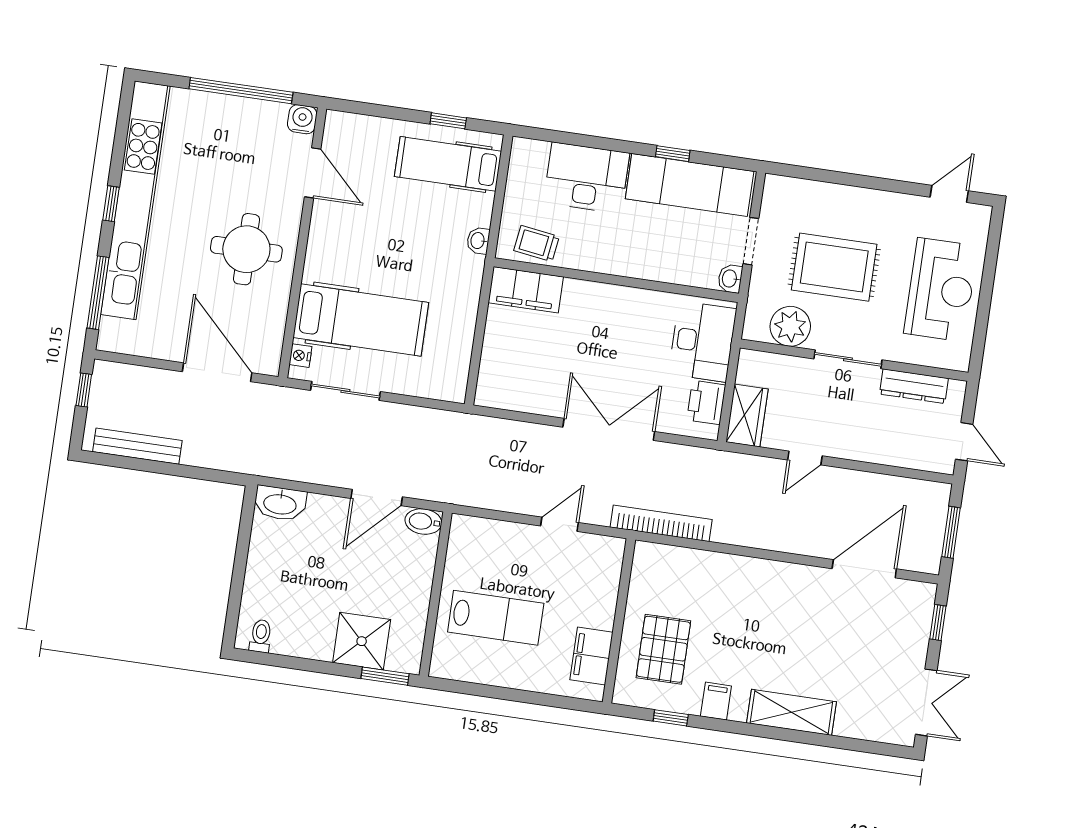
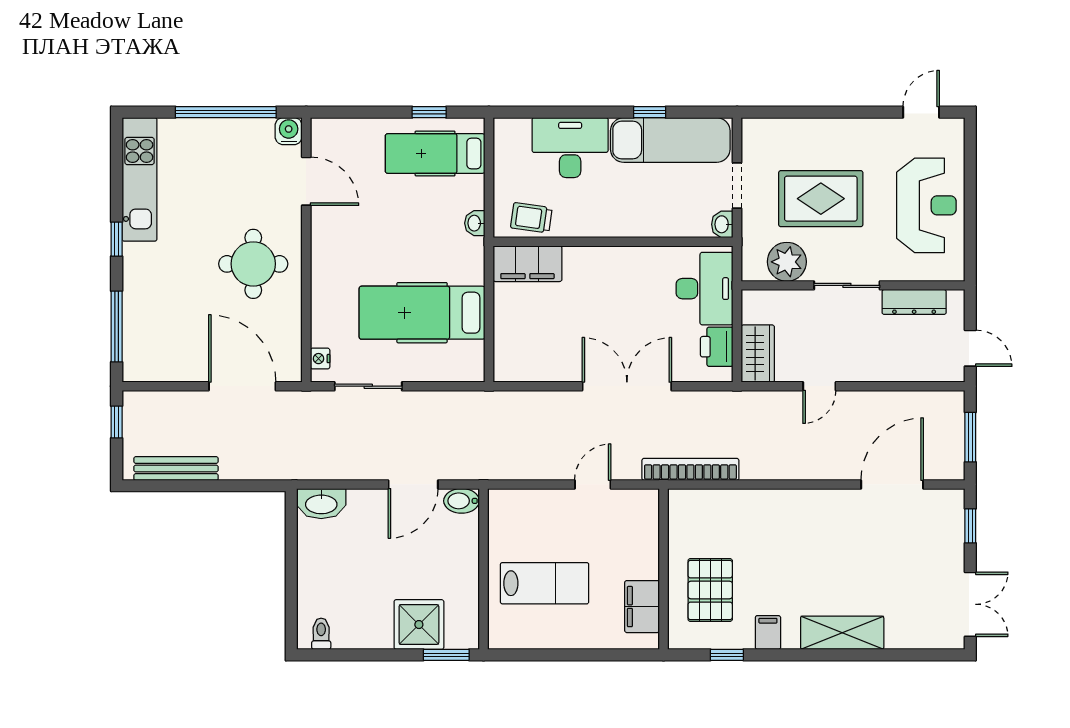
kitchen unit: (135, 200) -> (140, 179), width x0.54
hospital bed: (361, 320) -> (422, 313), moved, turned 180

